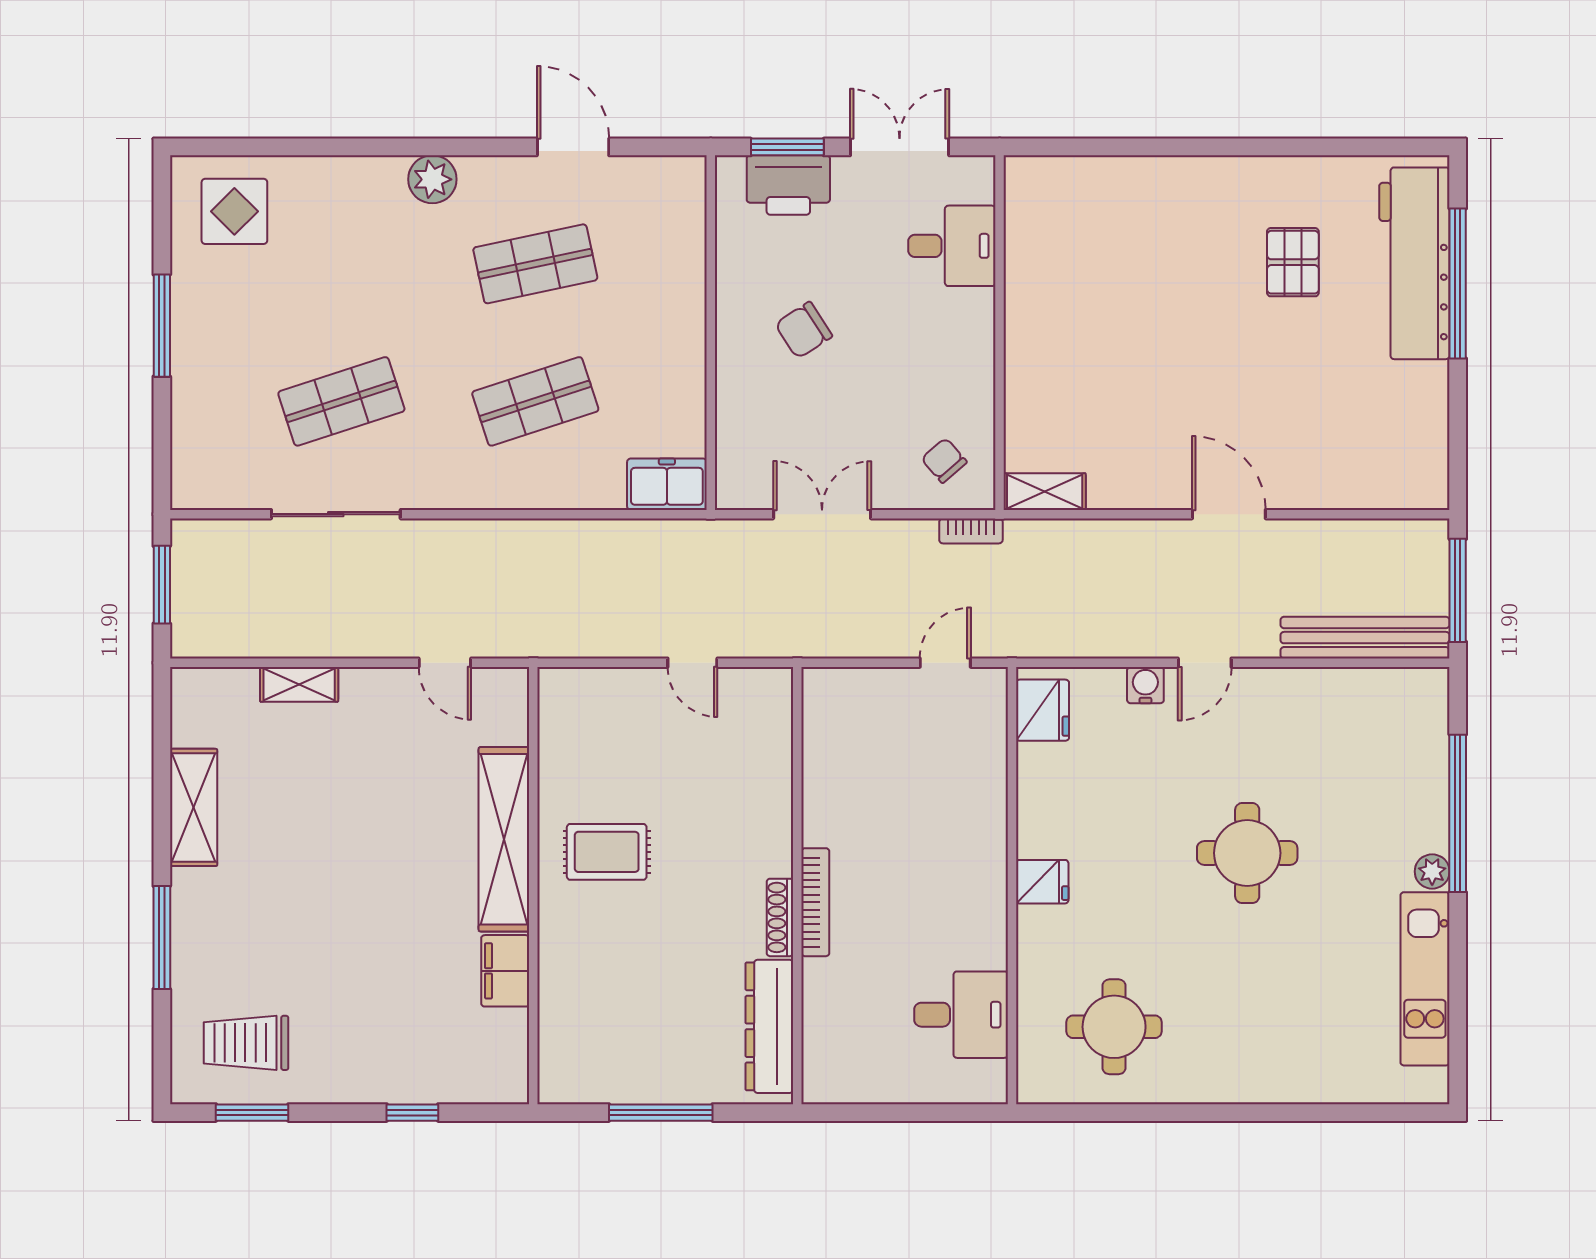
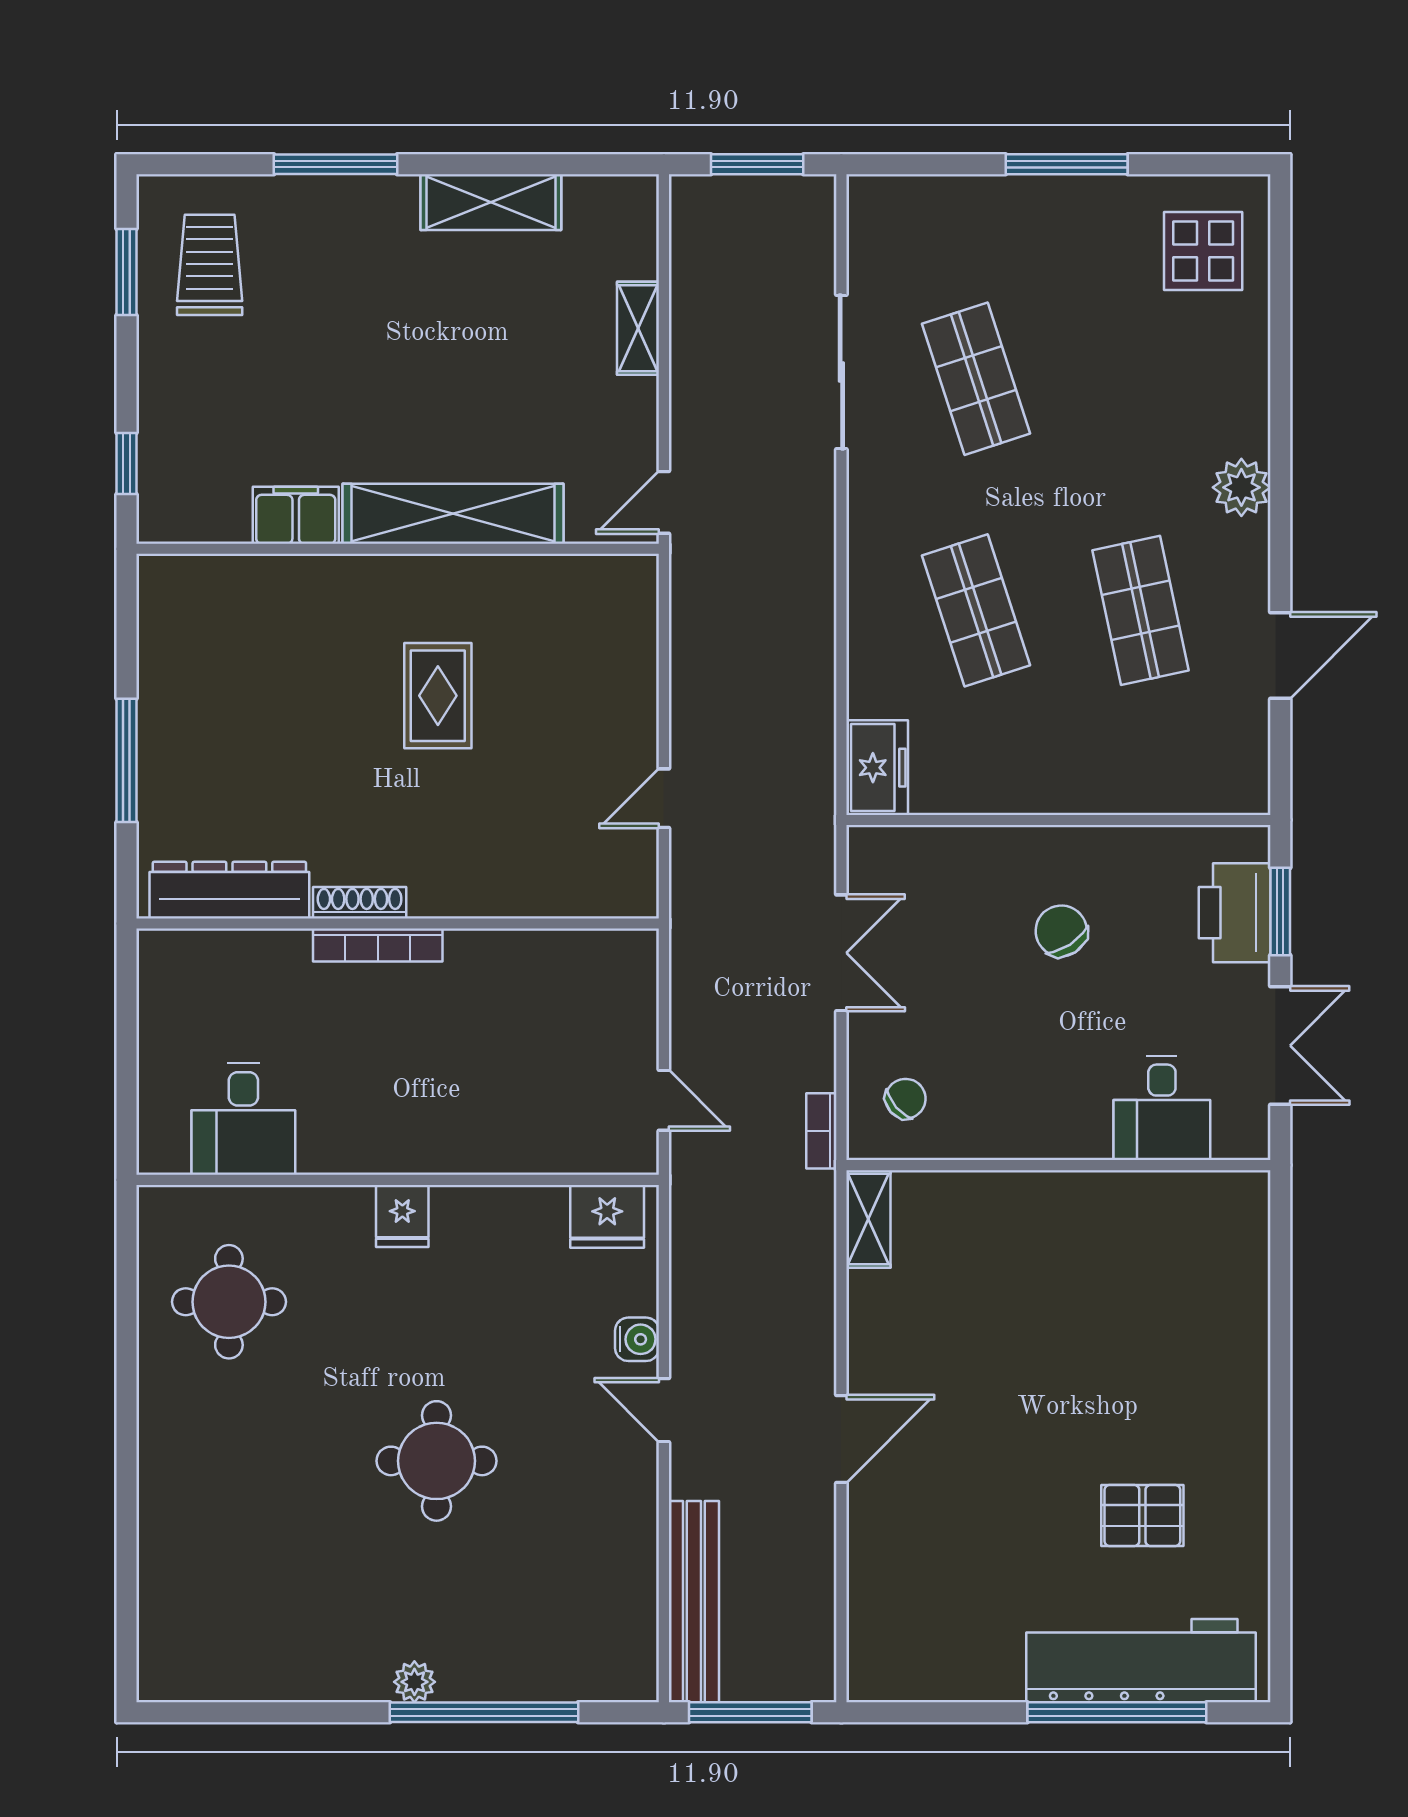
shelving: (504, 839) -> (453, 514), moved
wall: (533, 886) -> (398, 549), moved
filing cabinet: (505, 971) -> (296, 515), moved
kitchen unit: (1425, 979) -> (286, 1673), removed

